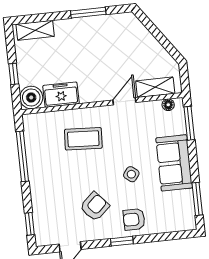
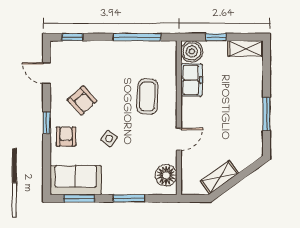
shelving: (35, 30) -> (246, 48), moved, turned 90
shelving: (155, 87) -> (219, 177), moved, turned 54
door: (124, 101) -> (179, 139), hinge flipped
floor lamp: (168, 105) -> (166, 175), width x1.89, depth x1.89
window: (189, 123) -> (129, 198), moved
sofa: (174, 163) -> (76, 180), moved

